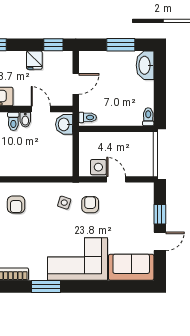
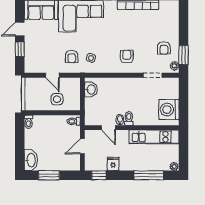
washbasin: (64, 124) -> (91, 89), moved
side table: (98, 167) -> (57, 99), moved

